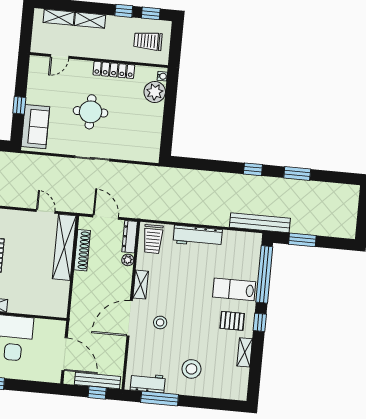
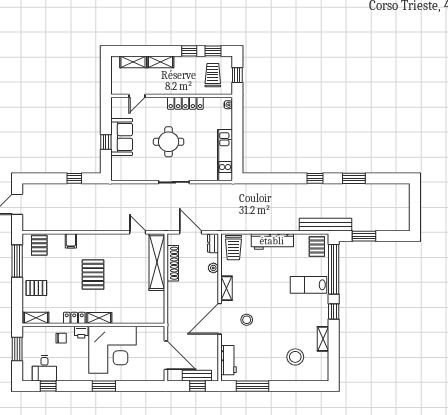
trolley: (148, 41) -> (213, 75), turned 90
window: (176, 44) -> (237, 75), added
plant: (155, 92) -> (223, 119), removed
sofa: (35, 127) -> (122, 137), moved
kitchen unit: (153, 133) -> (225, 155), added
dresser: (130, 237) -> (213, 243), width x0.70
pallet: (232, 321) -> (317, 247), moved, turned 90
stool: (191, 369) -> (295, 357), moved
bench: (98, 381) -> (197, 376), width x0.73
workbench: (148, 383) -> (229, 360), moved, turned 90

